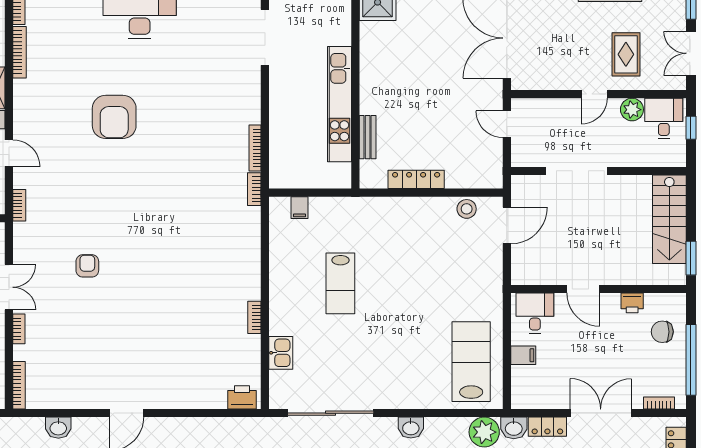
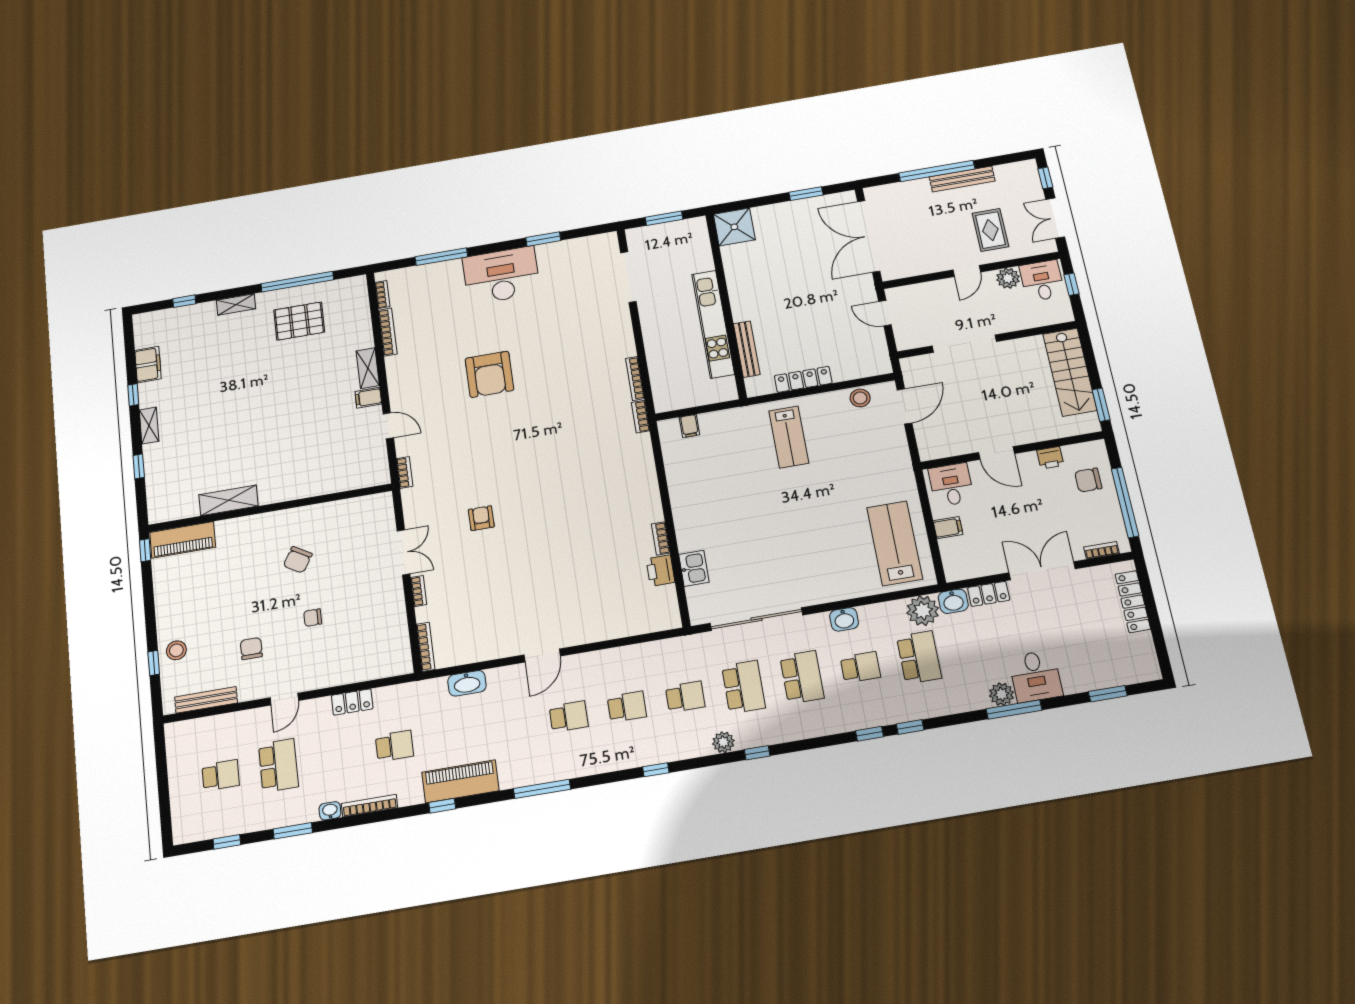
bench: (368, 137) -> (747, 349), width x1.36
lab bench: (340, 283) -> (789, 437), moved
printer: (242, 397) -> (660, 571), moved, turned -90
washbasin: (58, 428) -> (467, 683), width x1.38

